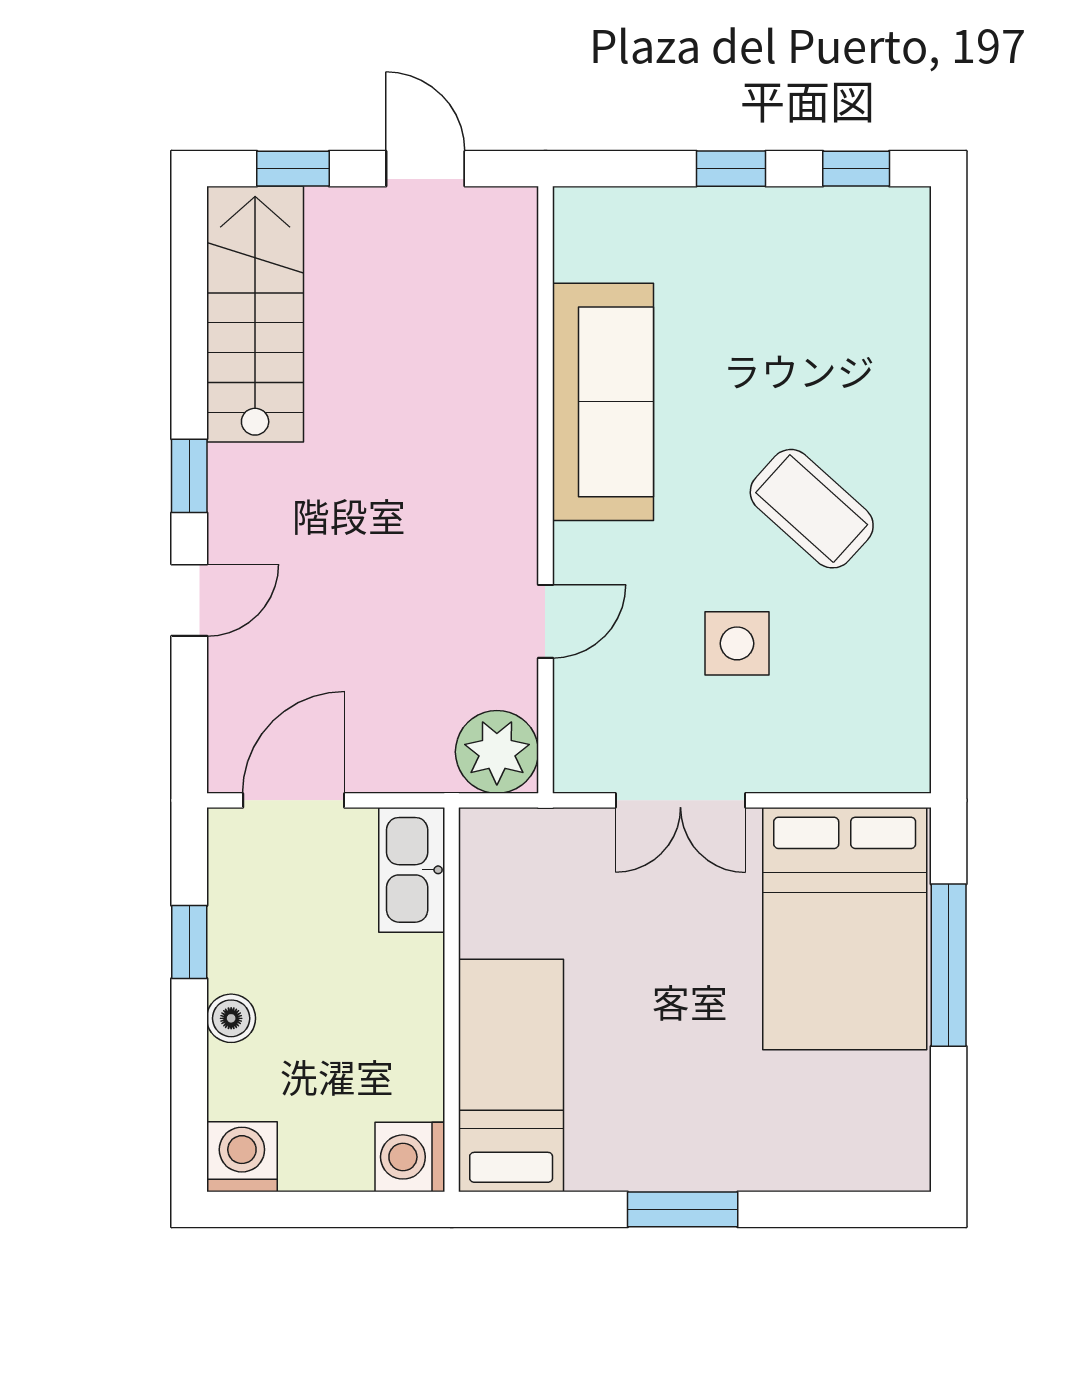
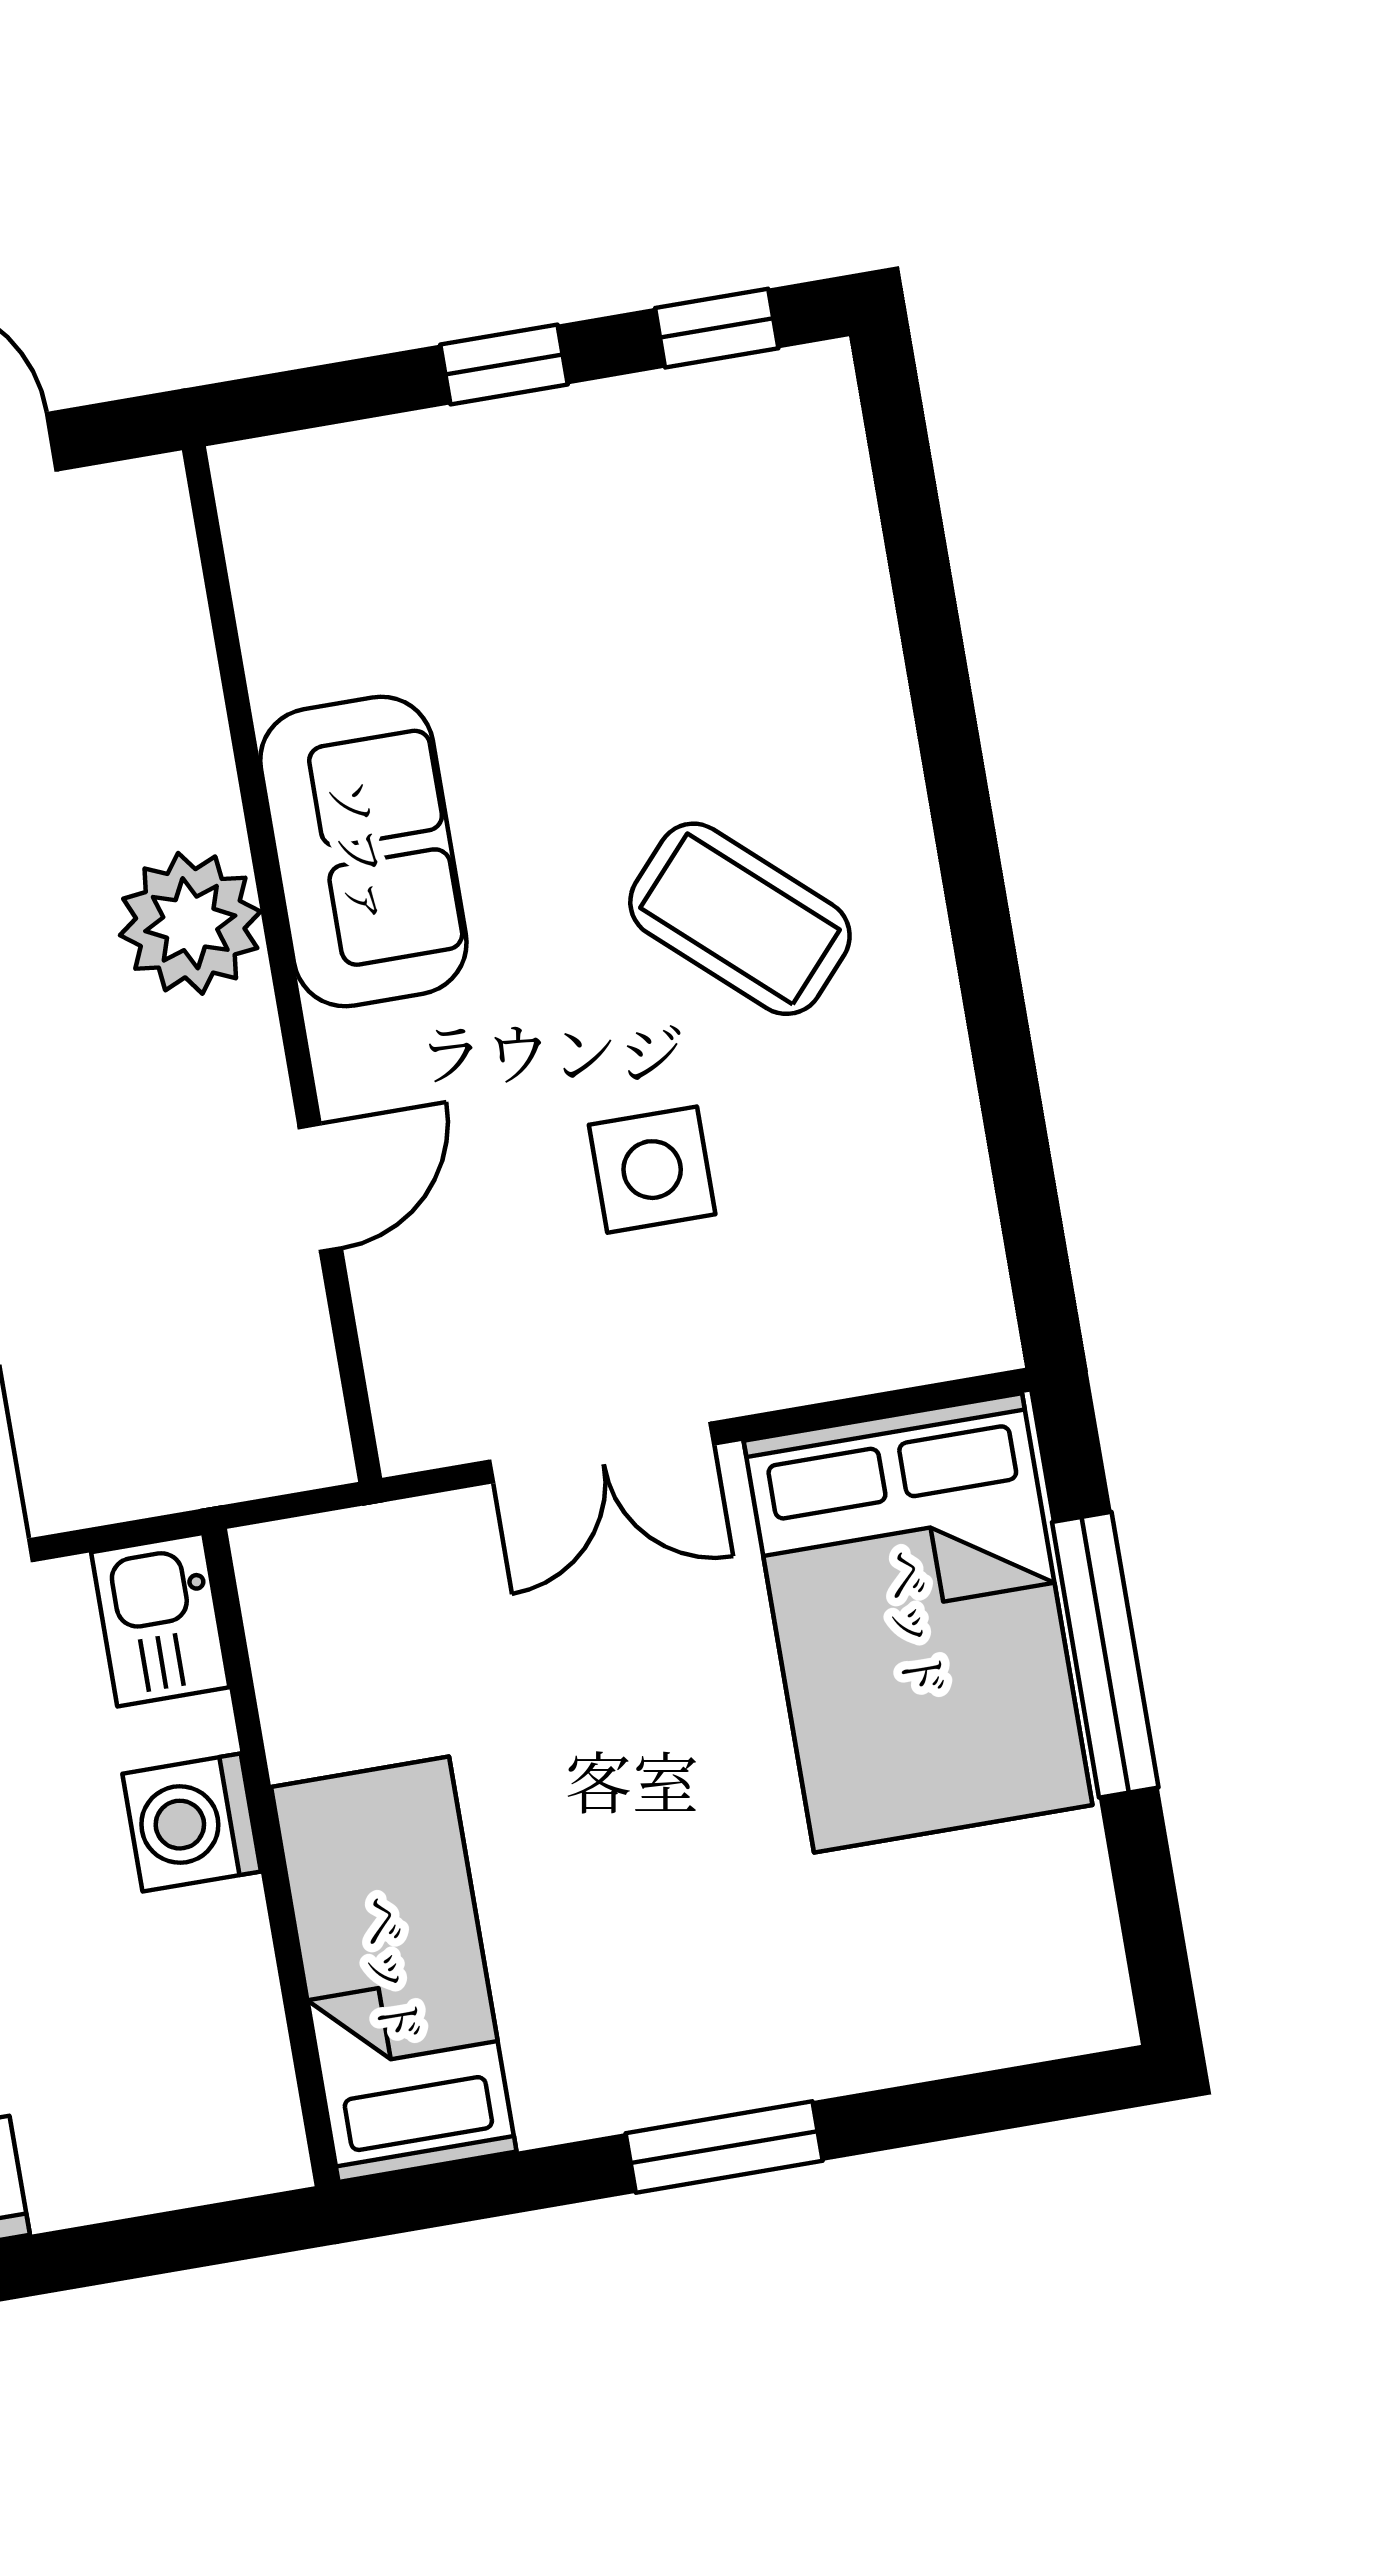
sofa: (603, 402) -> (363, 851), width x0.73
plant: (497, 752) -> (190, 923), moved
kitchen sink: (412, 870) -> (160, 1620), width x0.73
washing machine: (410, 1157) -> (192, 1823), moved

